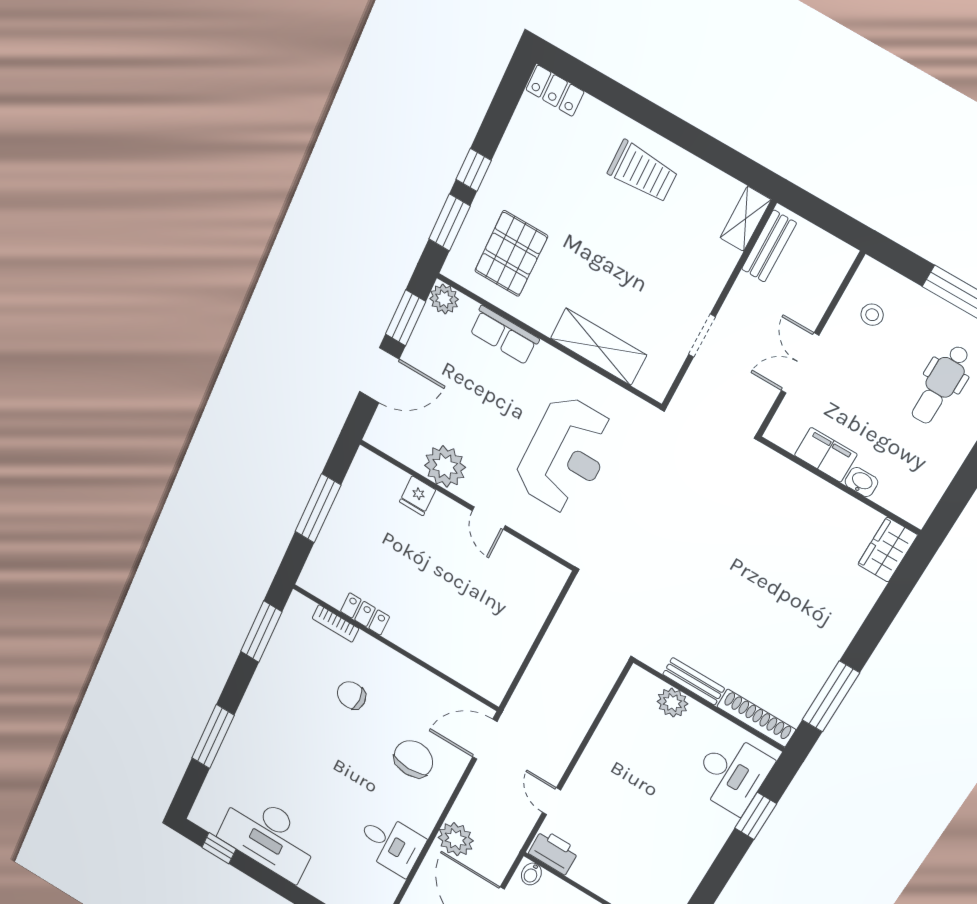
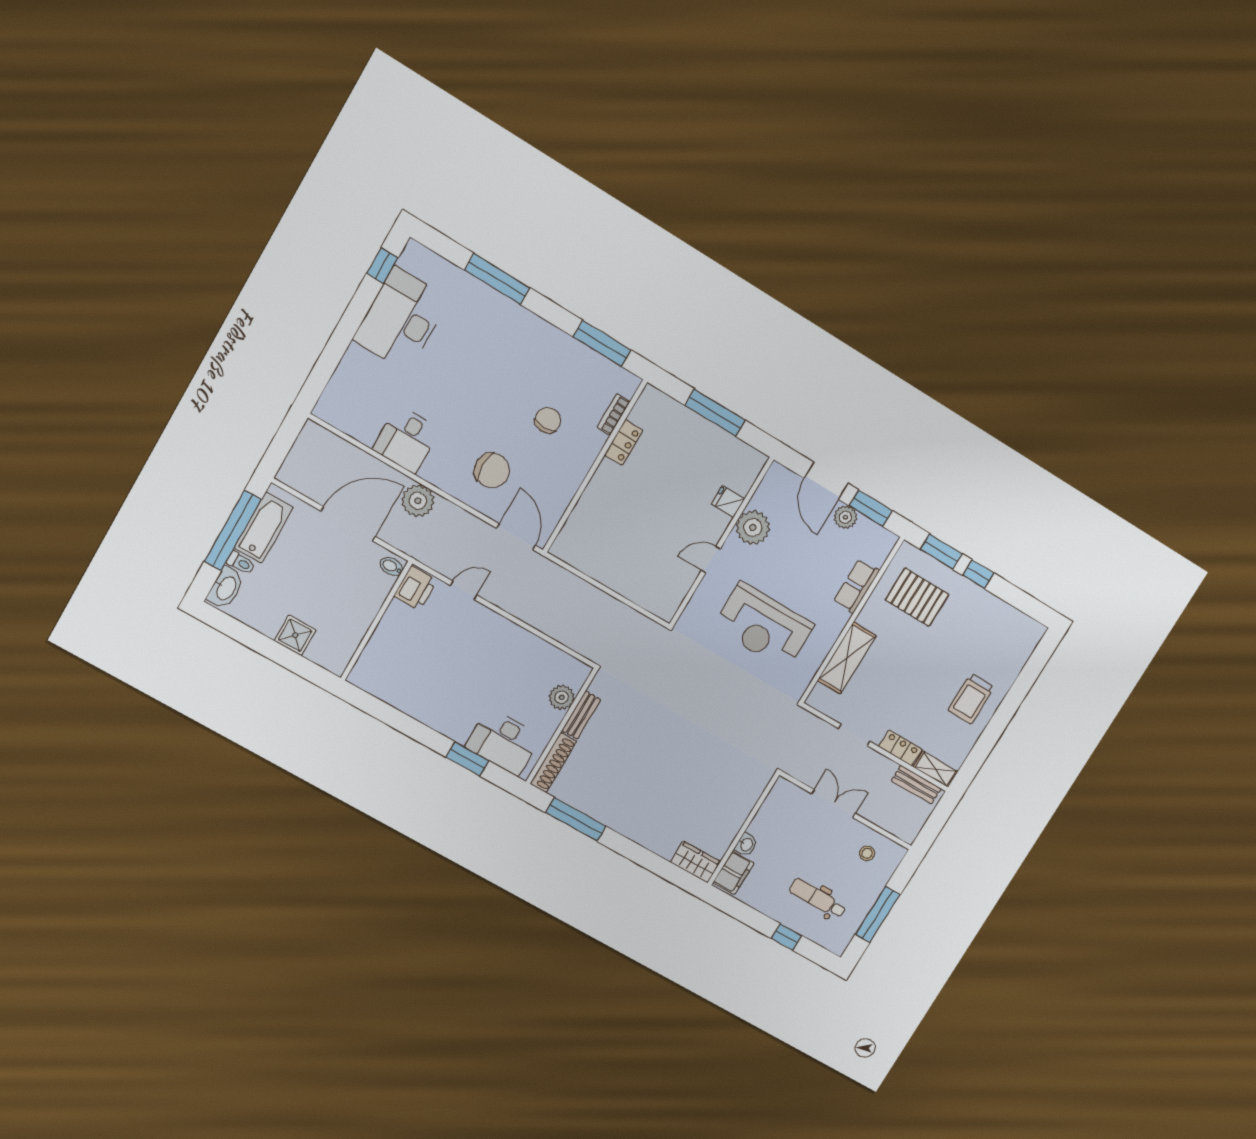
locker: (555, 91) -> (900, 748), moved, turned 90
plant: (444, 299) -> (845, 517), moved
filing cabinet: (826, 455) -> (733, 873), moved

